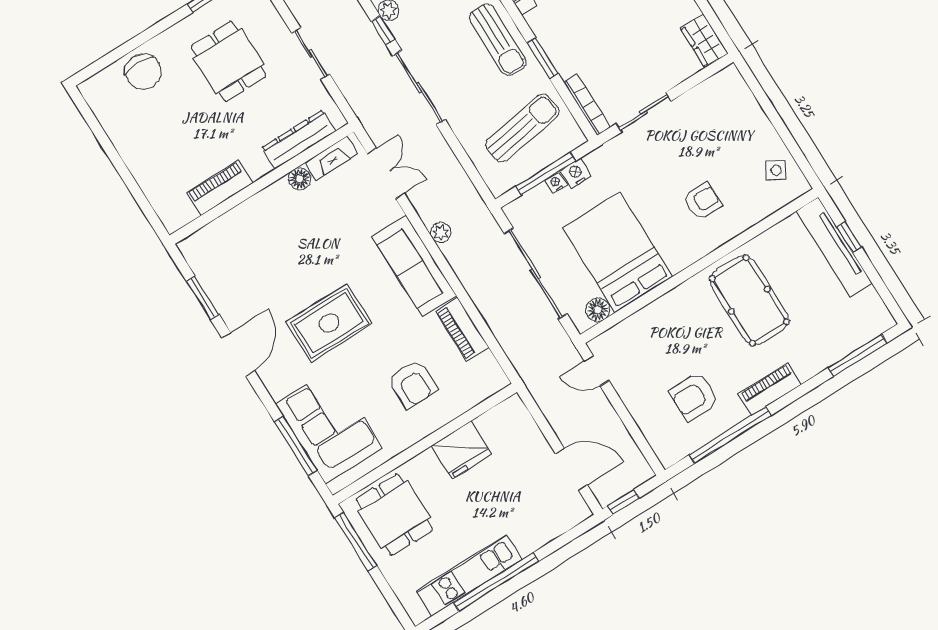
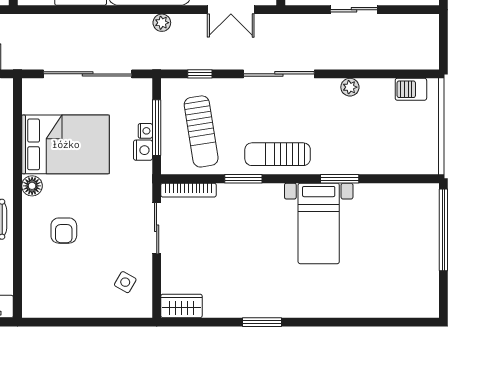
window: (383, 30) -> (200, 74), moved
side table: (776, 170) -> (125, 282), moved
floor lamp: (598, 310) -> (32, 186), moved

